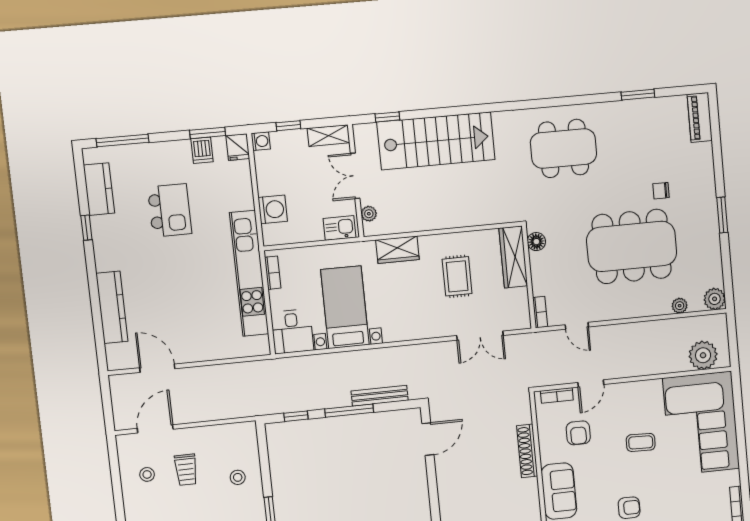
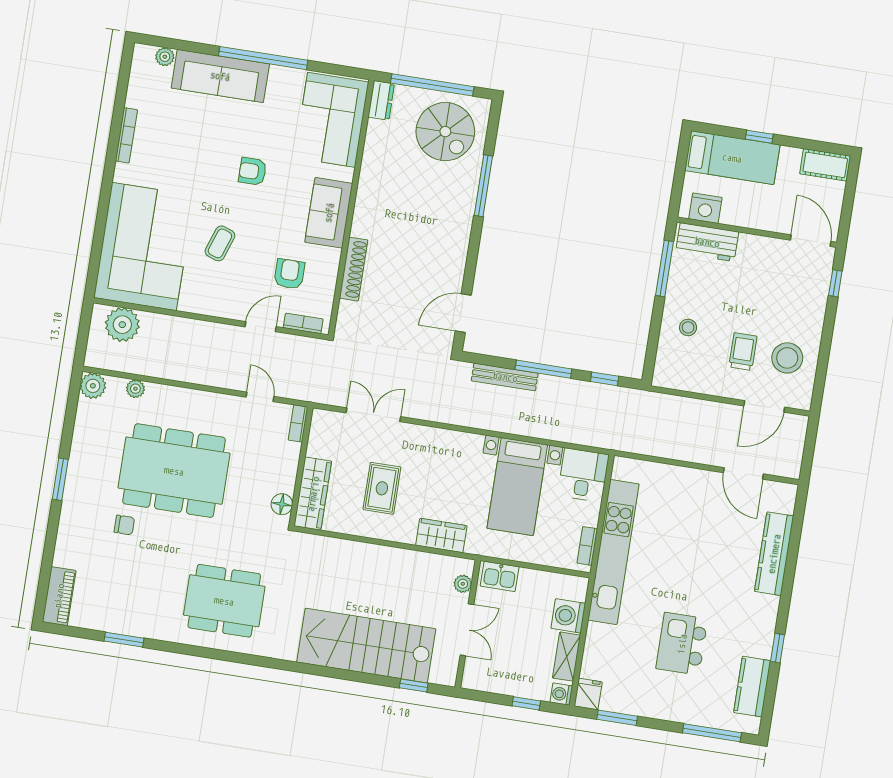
shelving: (328, 136) -> (567, 657), moved, turned 90
dishwasher: (202, 150) -> (628, 700), removed
coffee table: (641, 442) -> (220, 243), turned -73
stool: (147, 474) -> (787, 358), width x1.89, depth x1.89

